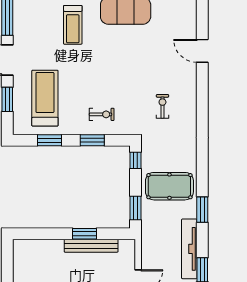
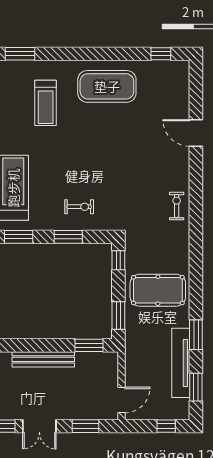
exercise bike: (162, 106) -> (177, 206), moved
window: (202, 210) -> (196, 335), moved
window: (85, 234) -> (89, 345), moved
bench: (91, 246) -> (43, 359), moved

